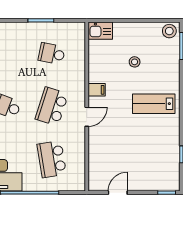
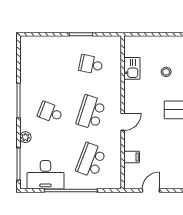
kitchen sink: (100, 31) -> (132, 68), moved, turned -90
filing cabinet: (97, 90) -> (132, 157), moved
school desk: (52, 159) -> (91, 160), turned 30

